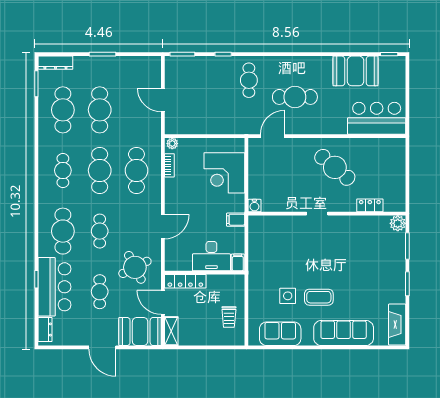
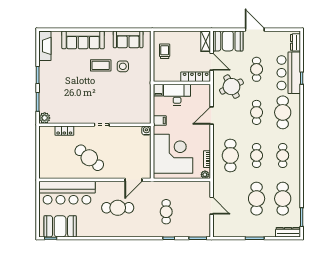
booth: (356, 71) -> (60, 226), moved
cafe table: (249, 80) -> (166, 212), moved
bar counter: (377, 118) -> (67, 193), width x1.36
cafe table: (100, 170) -> (257, 156), width x0.73, depth x0.74
corner desk: (224, 173) -> (173, 154), width x1.36, depth x1.36

